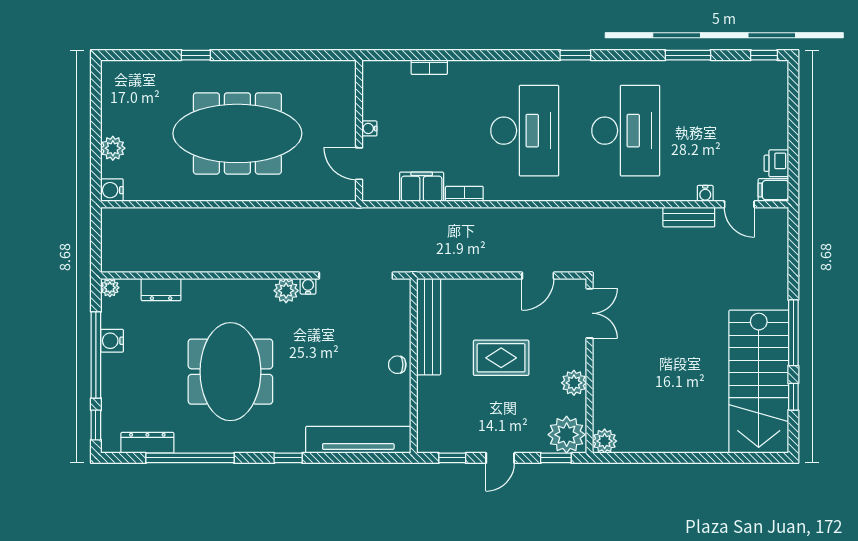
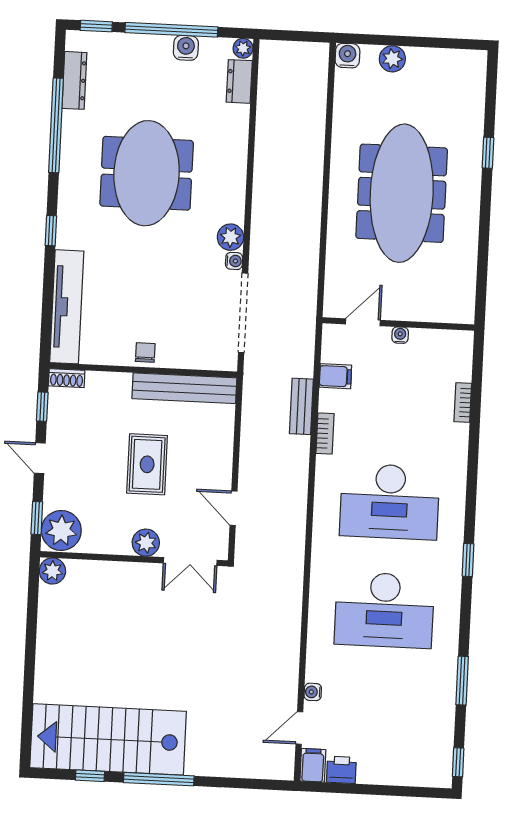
filing cabinet: (422, 187) -> (335, 376), width x0.50
bench: (689, 217) -> (301, 406), moved
dresser: (161, 290) -> (239, 81), moved
meeting table: (230, 372) -> (147, 173), turned 90
plant: (574, 383) -> (146, 543), moved
shoe rack: (425, 437) -> (67, 378), added

